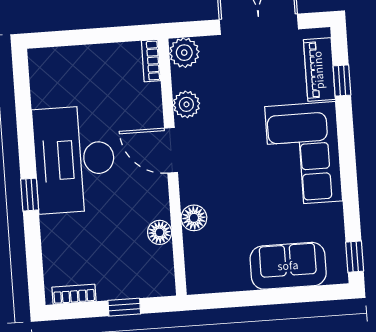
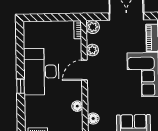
door: (171, 150) -> (84, 70), hinge flipped
floor lamp: (194, 218) -> (93, 118), moved

